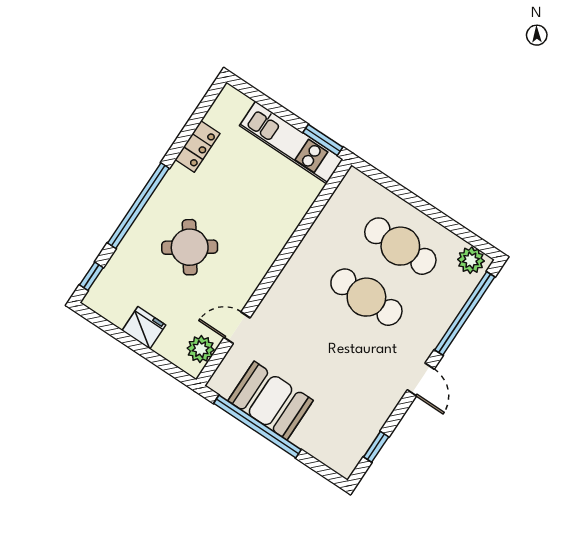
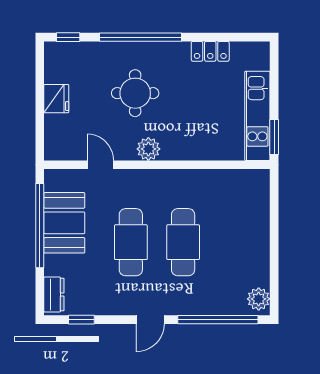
cafe table: (400, 246) -> (131, 242), moved
round table: (190, 247) -> (135, 93), turned 35
plant: (201, 349) -> (148, 149), moved
dresser: (334, 457) -> (54, 294), added

